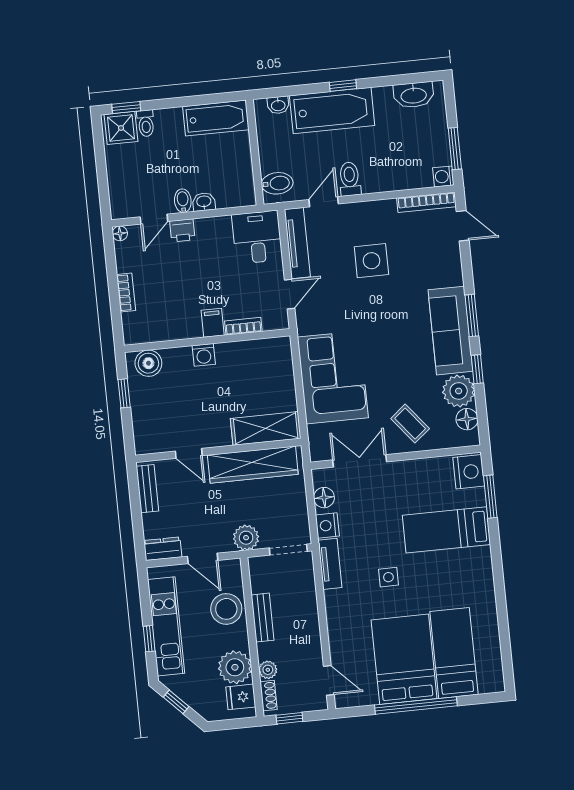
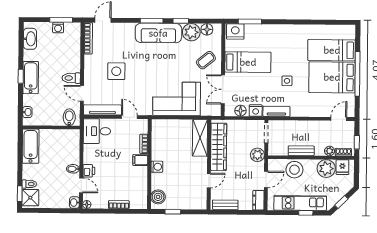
bathtub: (332, 111) -> (31, 78), width x0.73, depth x0.73
washing machine: (443, 176) -> (58, 28), moved
washbasin: (204, 202) -> (74, 203), moved
bed: (446, 530) -> (248, 62), moved, turned -90

